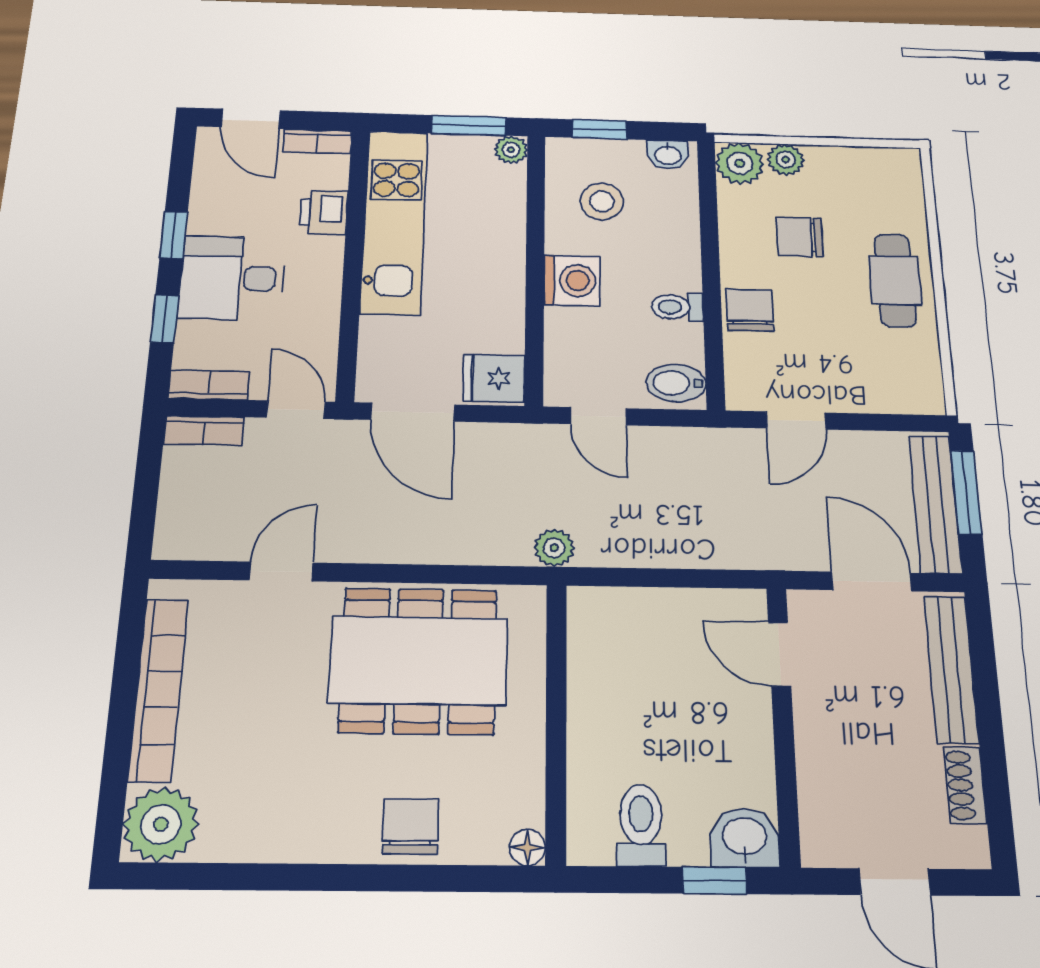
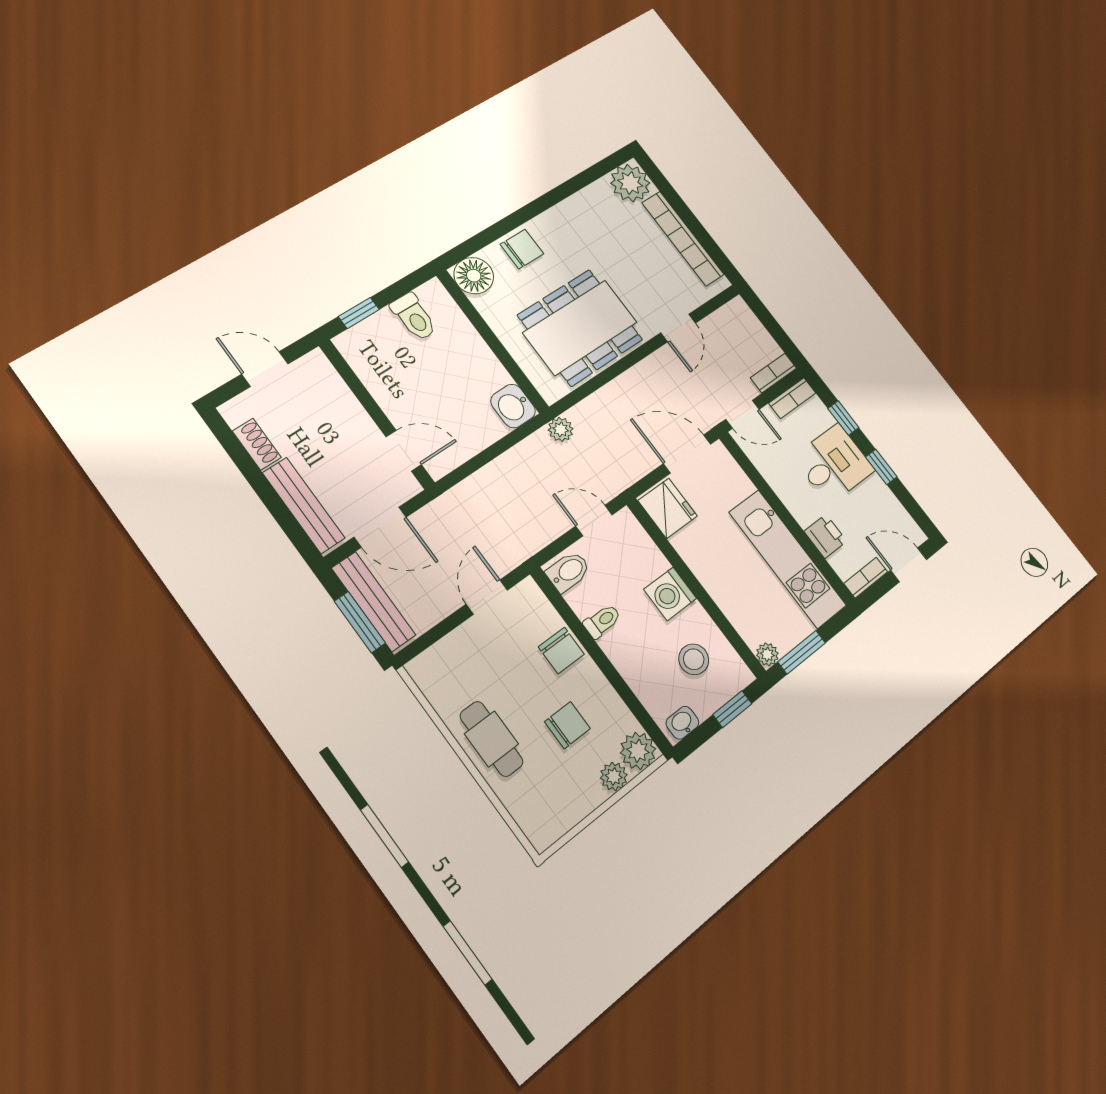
fridge: (494, 378) -> (668, 508), width x1.38
chair: (411, 826) -> (522, 249), turned -90
washbasin: (745, 838) -> (513, 406), moved, turned 90
floor lamp: (527, 847) -> (474, 276), width x1.89, depth x1.89

